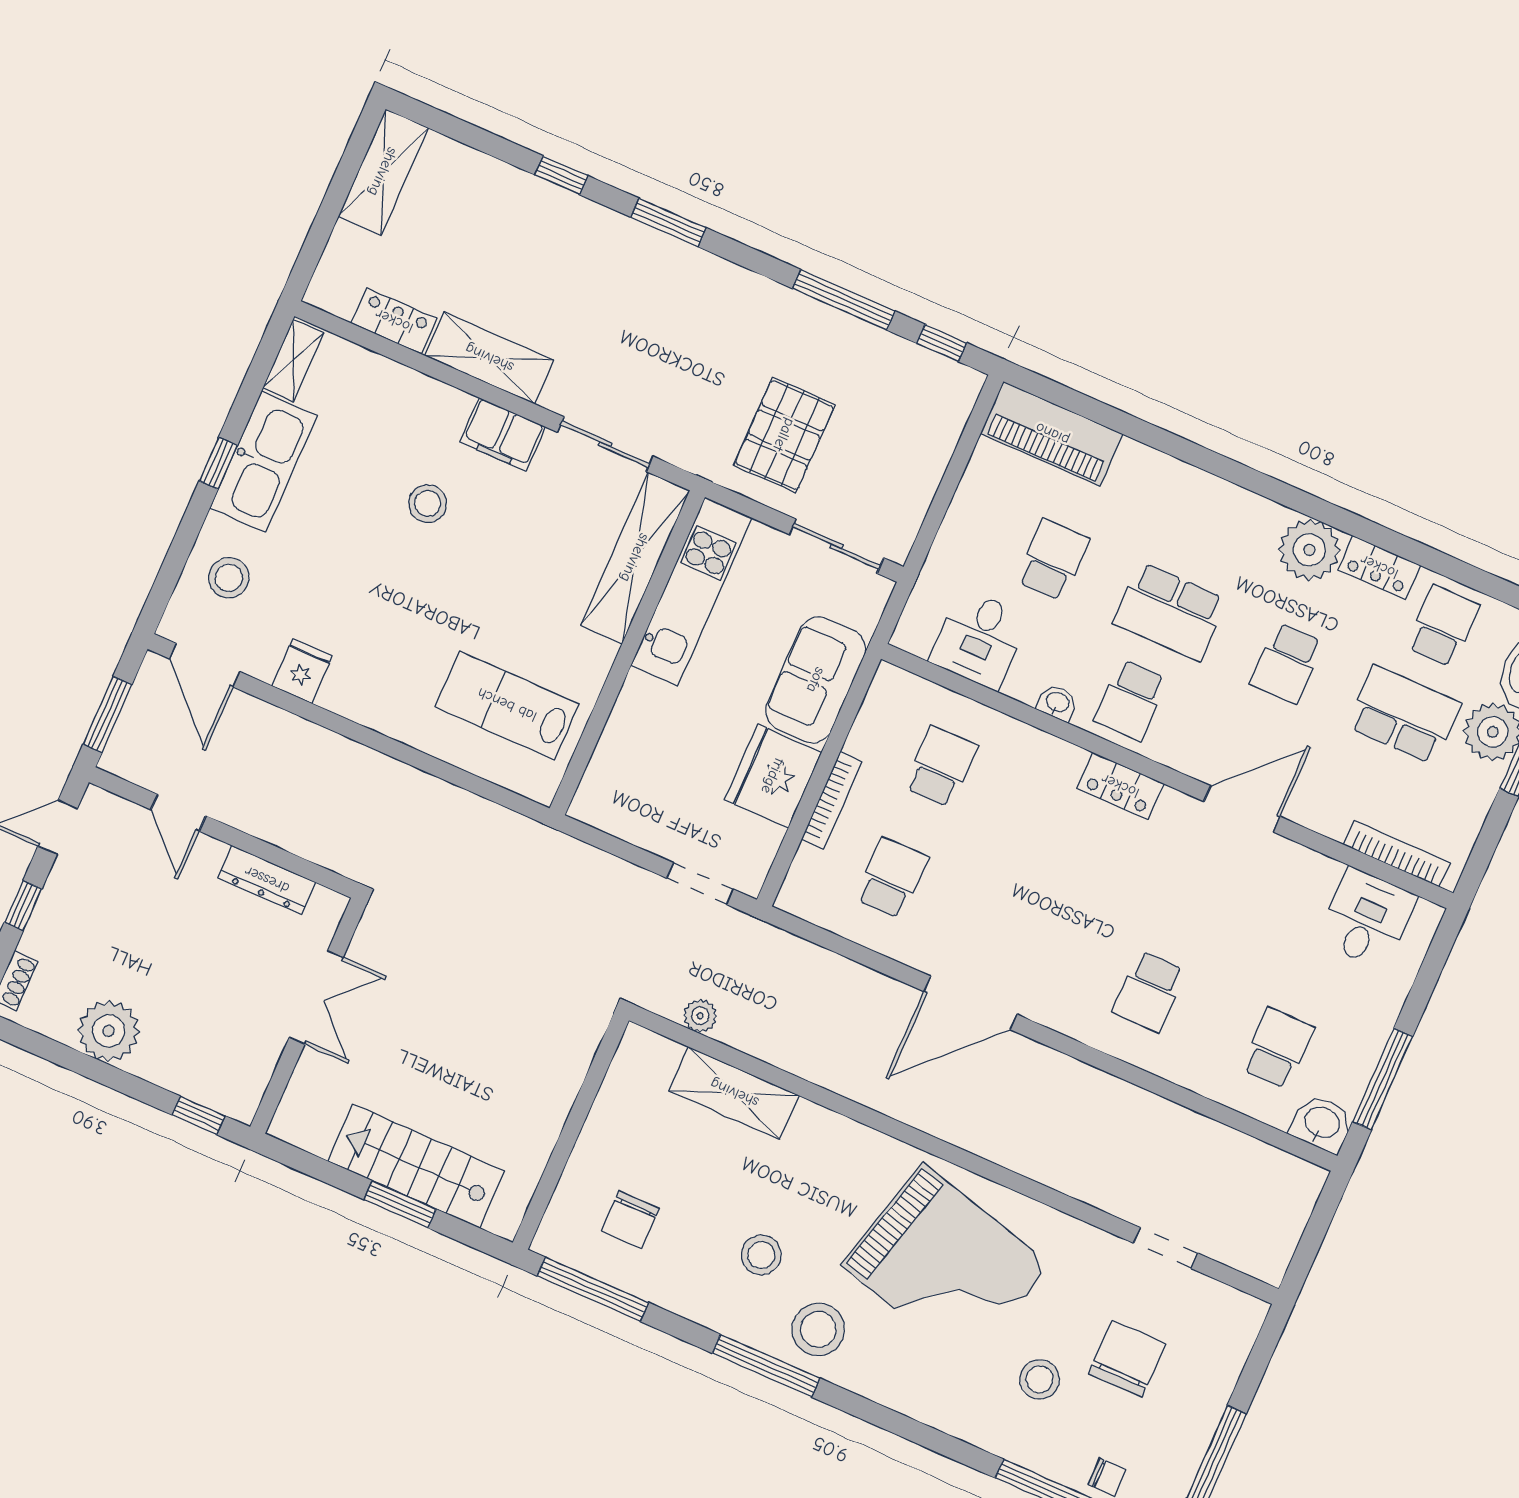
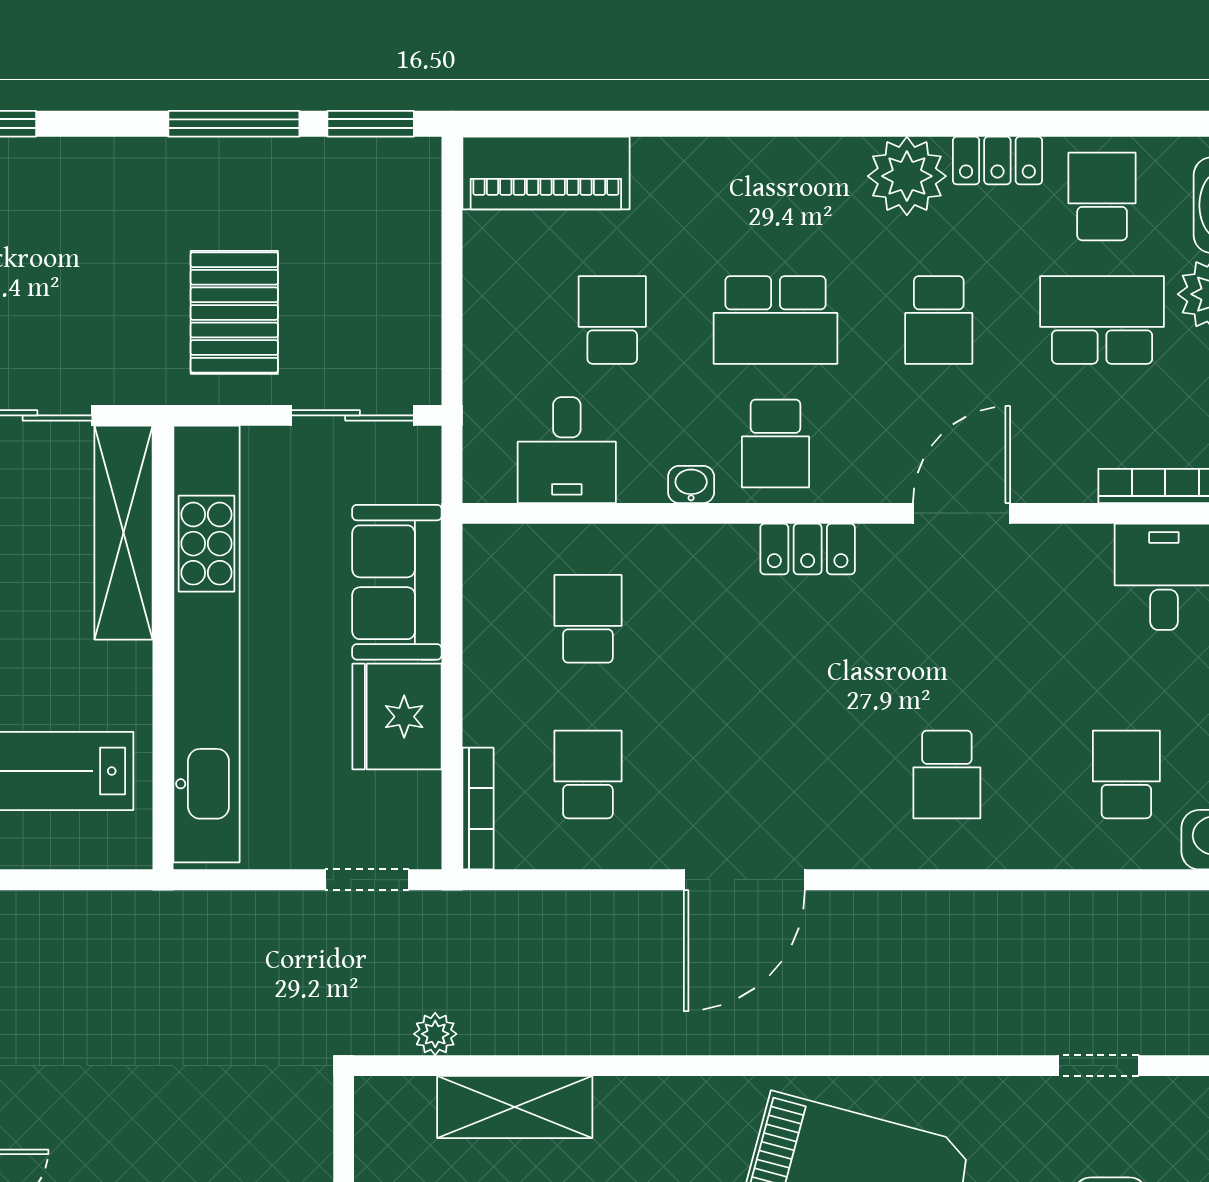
window: (942, 343) -> (371, 124), width x1.50
kitchen unit: (691, 592) -> (206, 644), width x1.86
bookcase: (832, 800) -> (478, 809), moved

